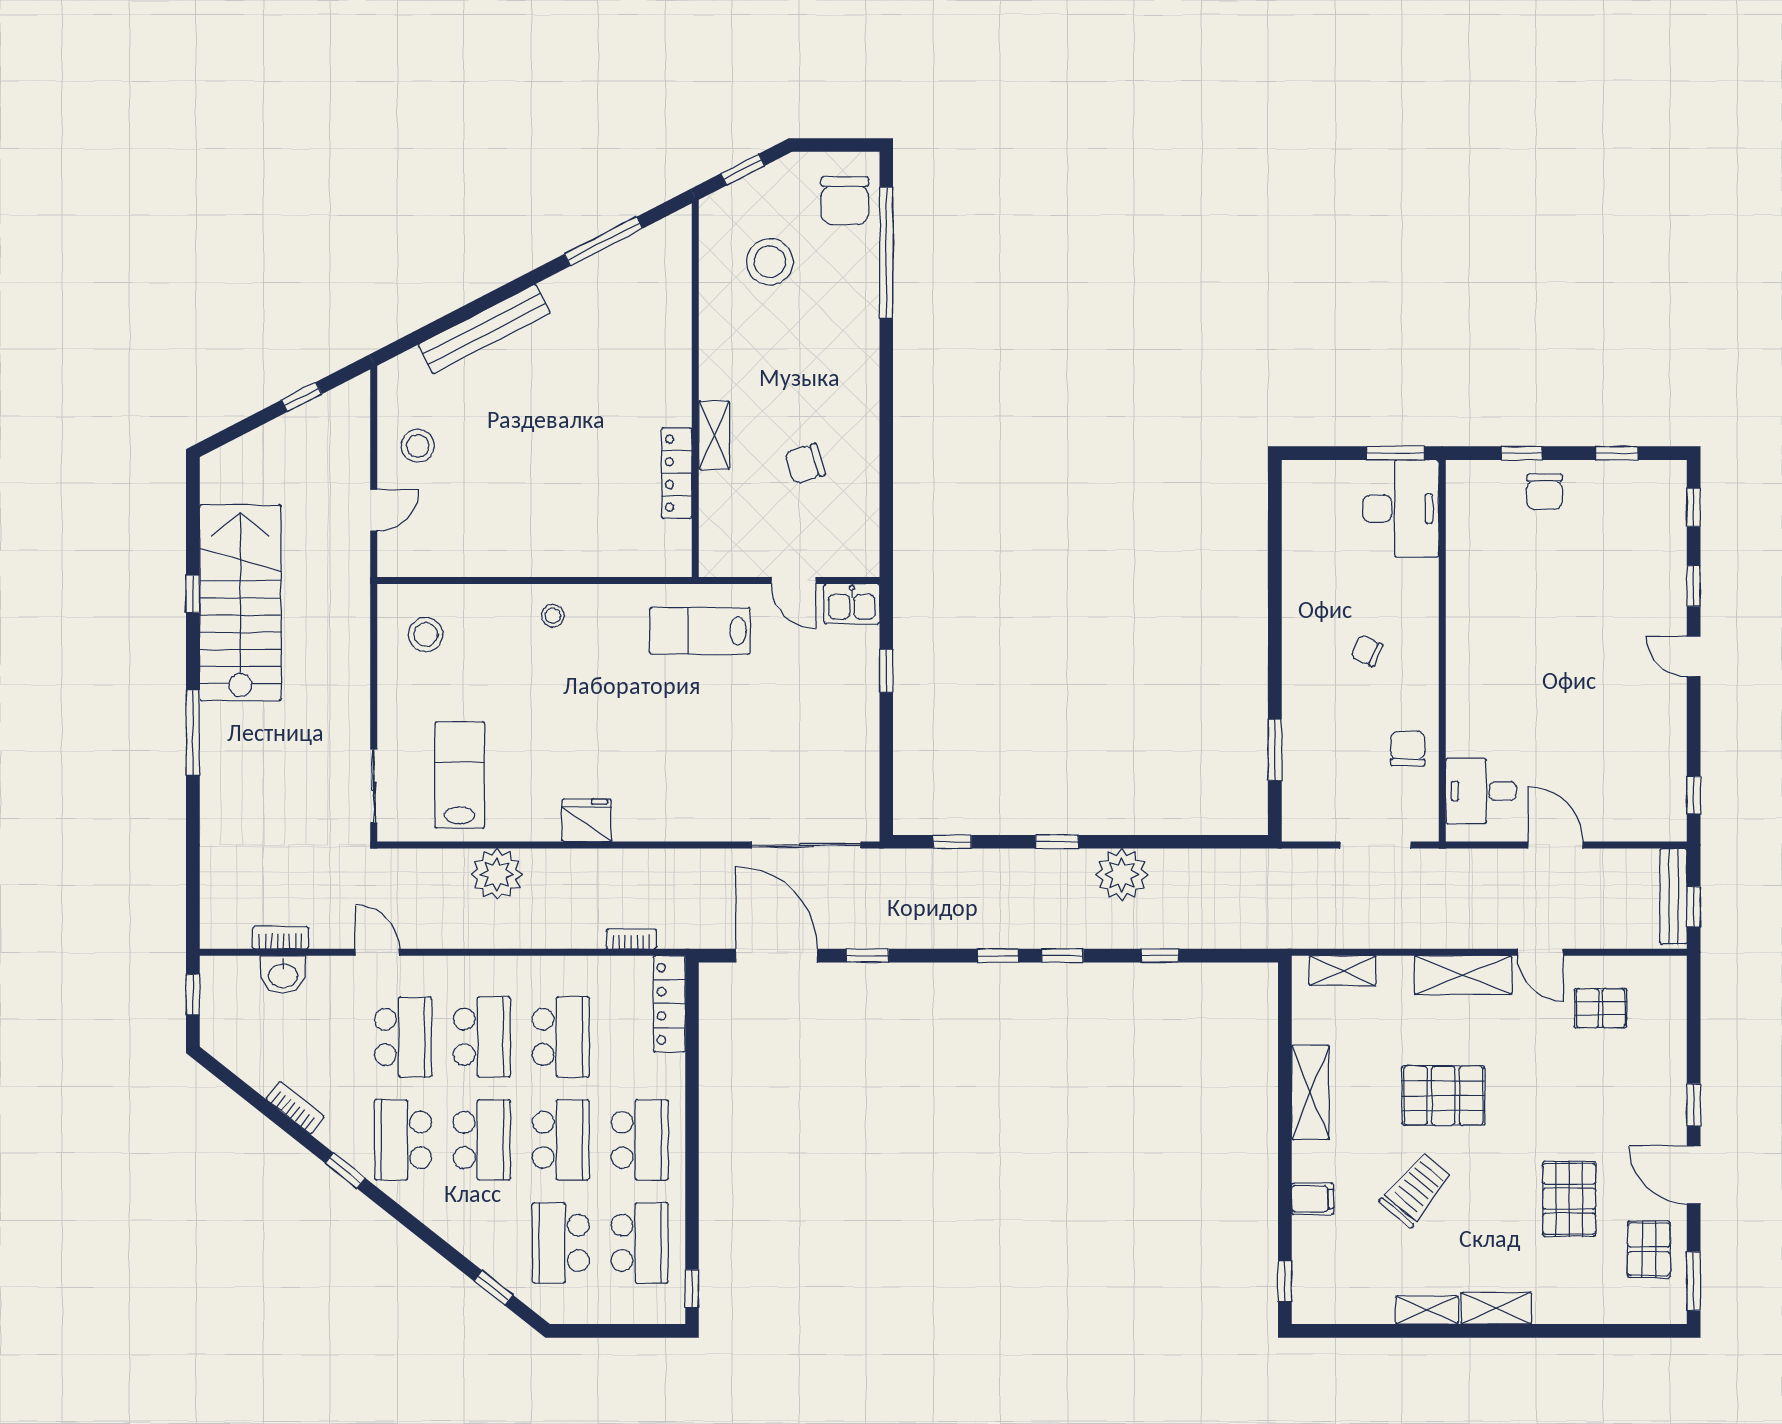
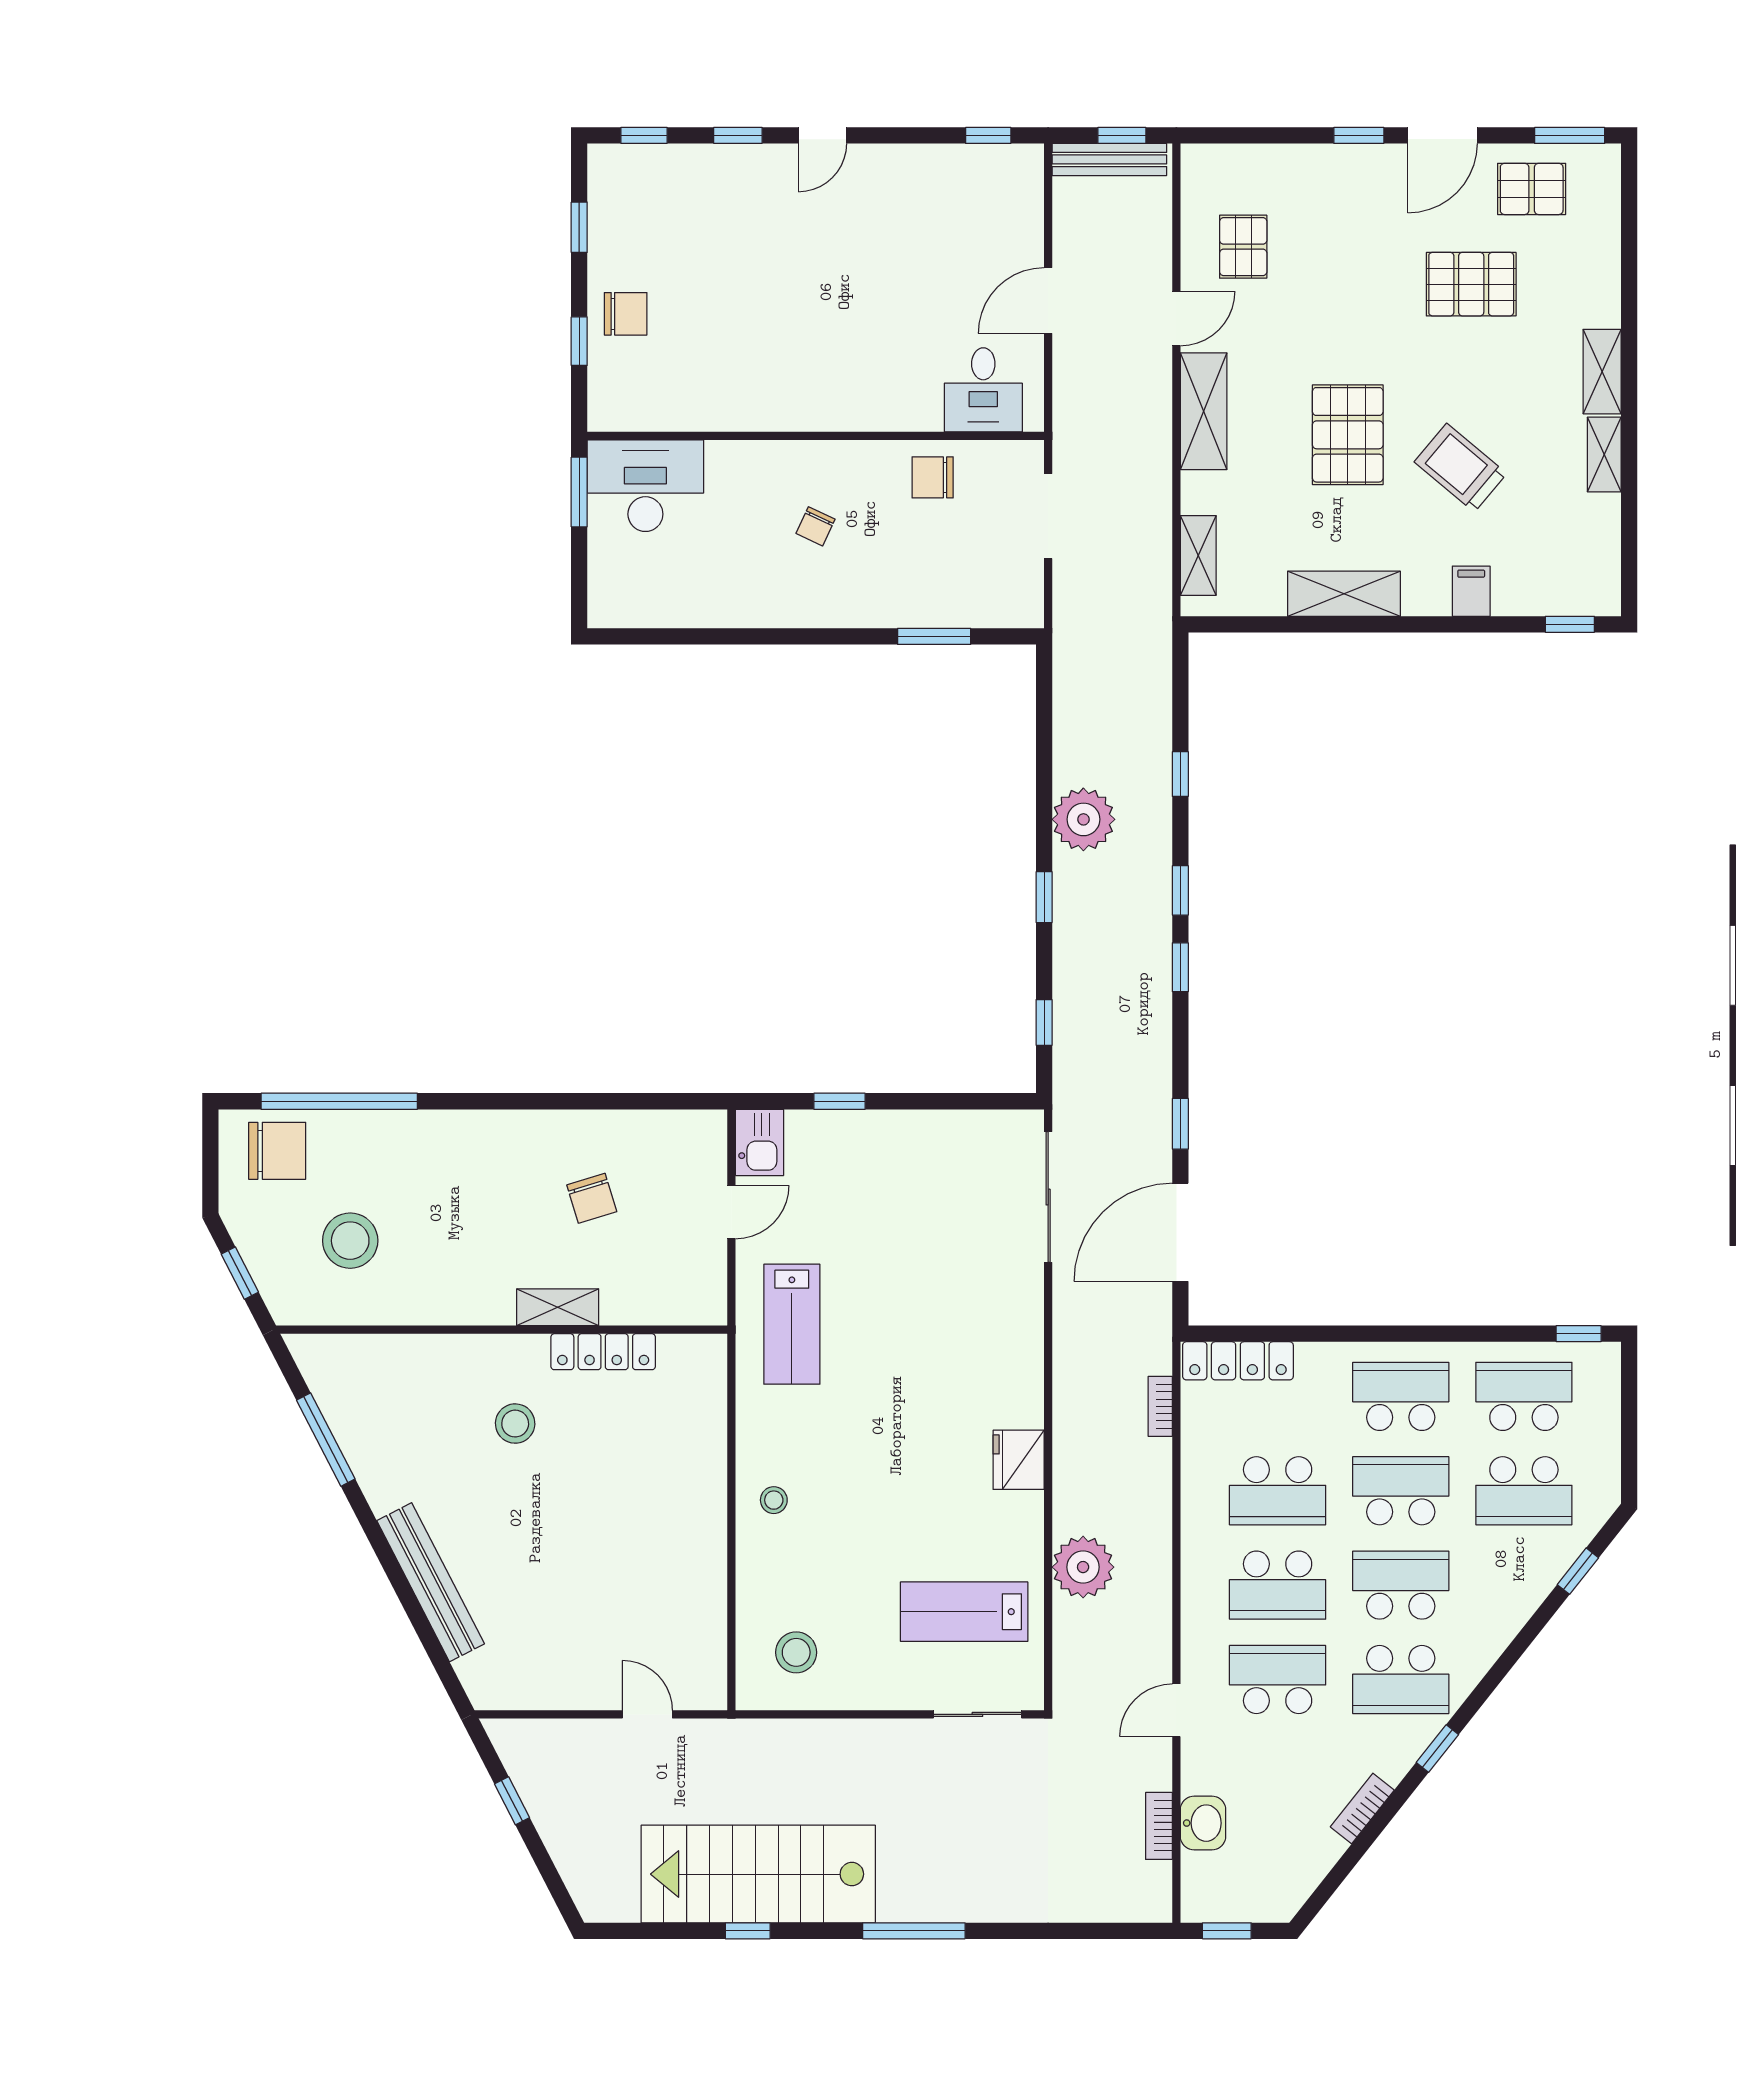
stool: (418, 446) -> (515, 1424), moved
school desk: (482, 1037) -> (1278, 1585), turned 180
school desk: (561, 1037) -> (1278, 1491), turned 180

